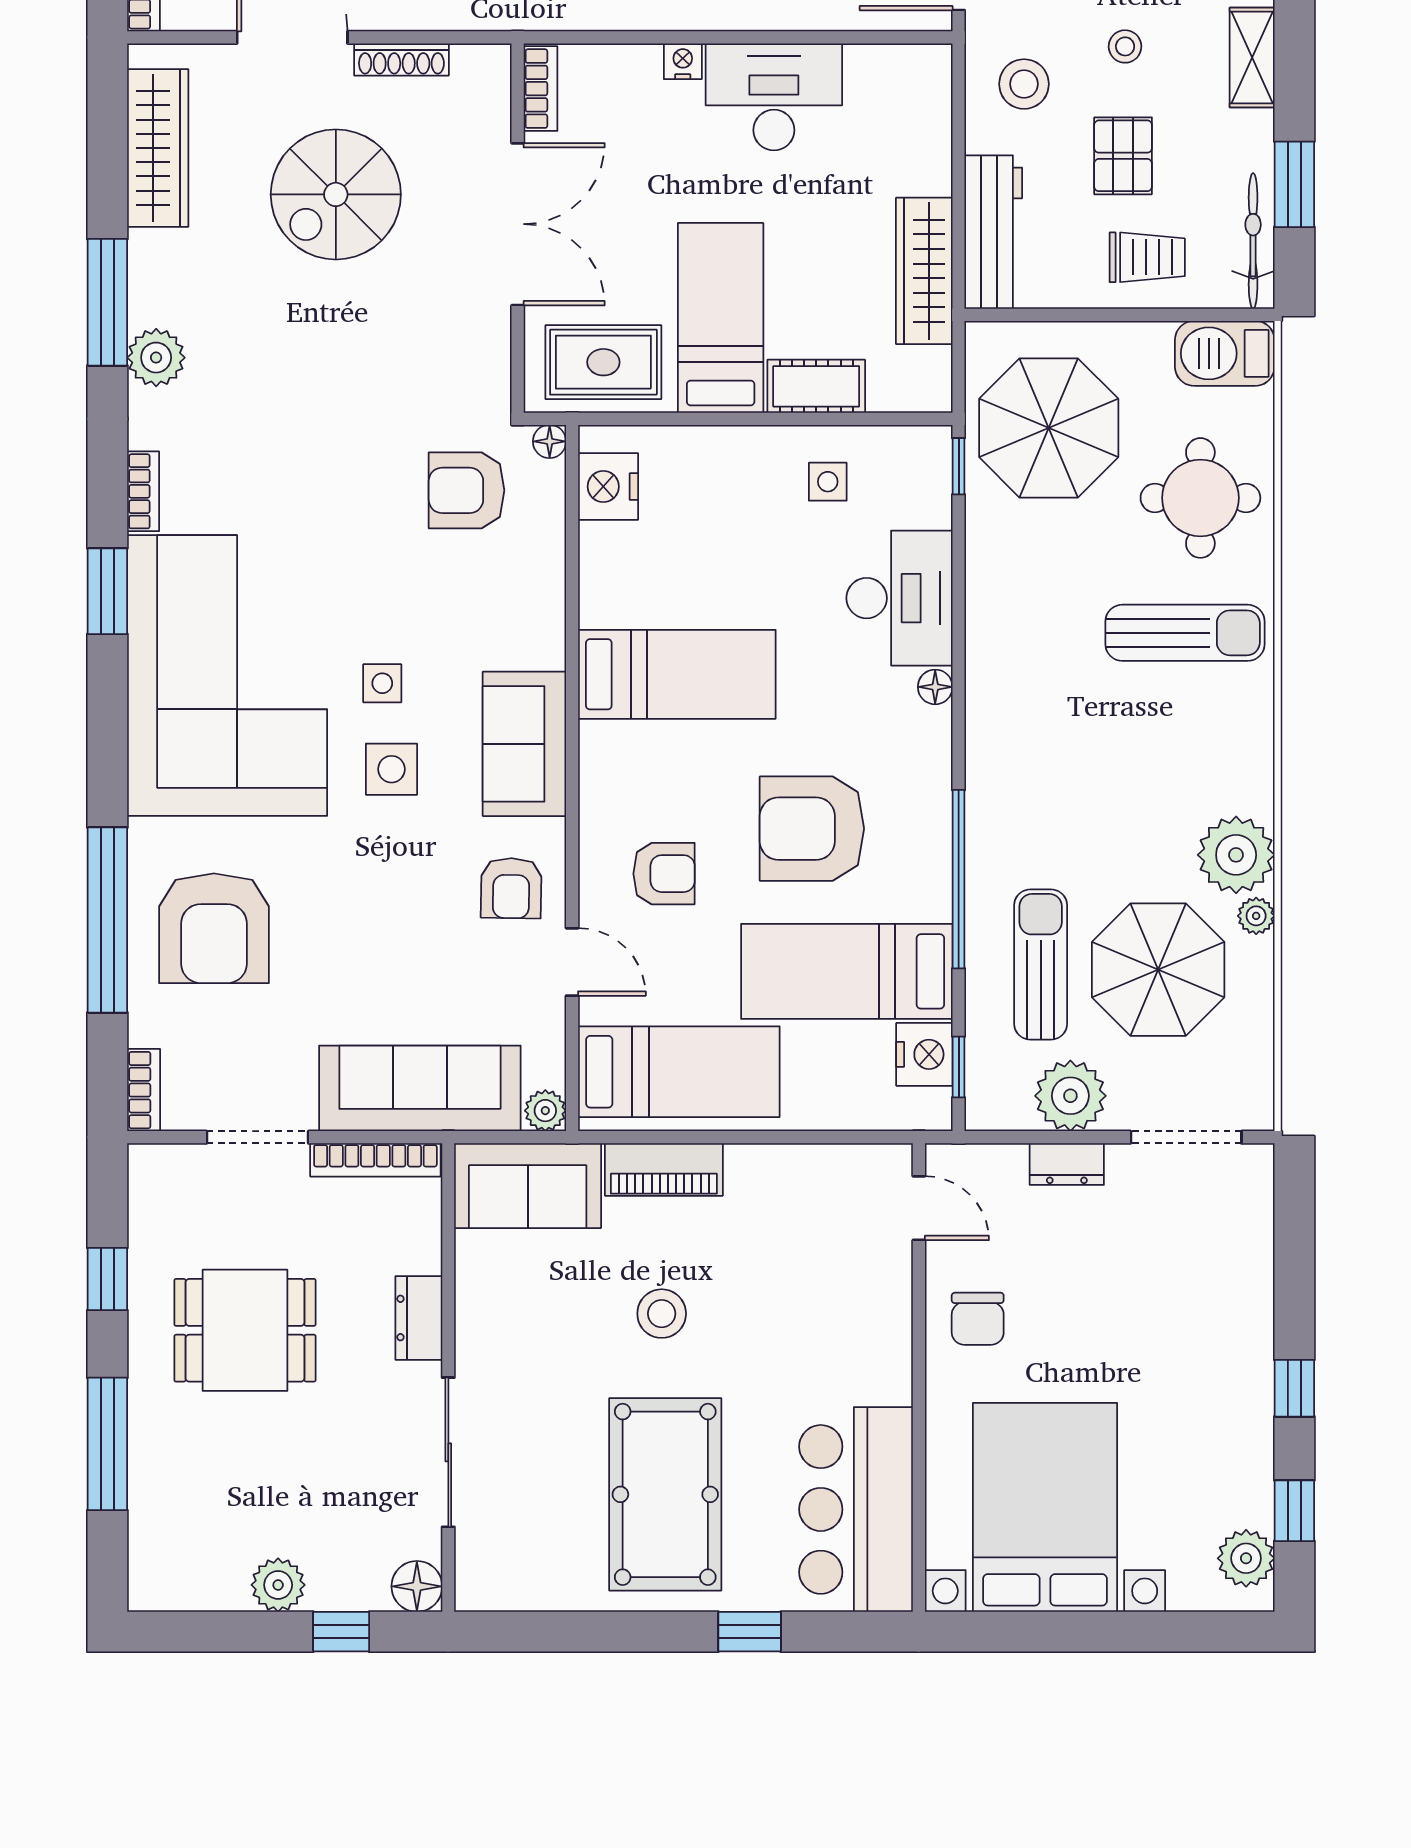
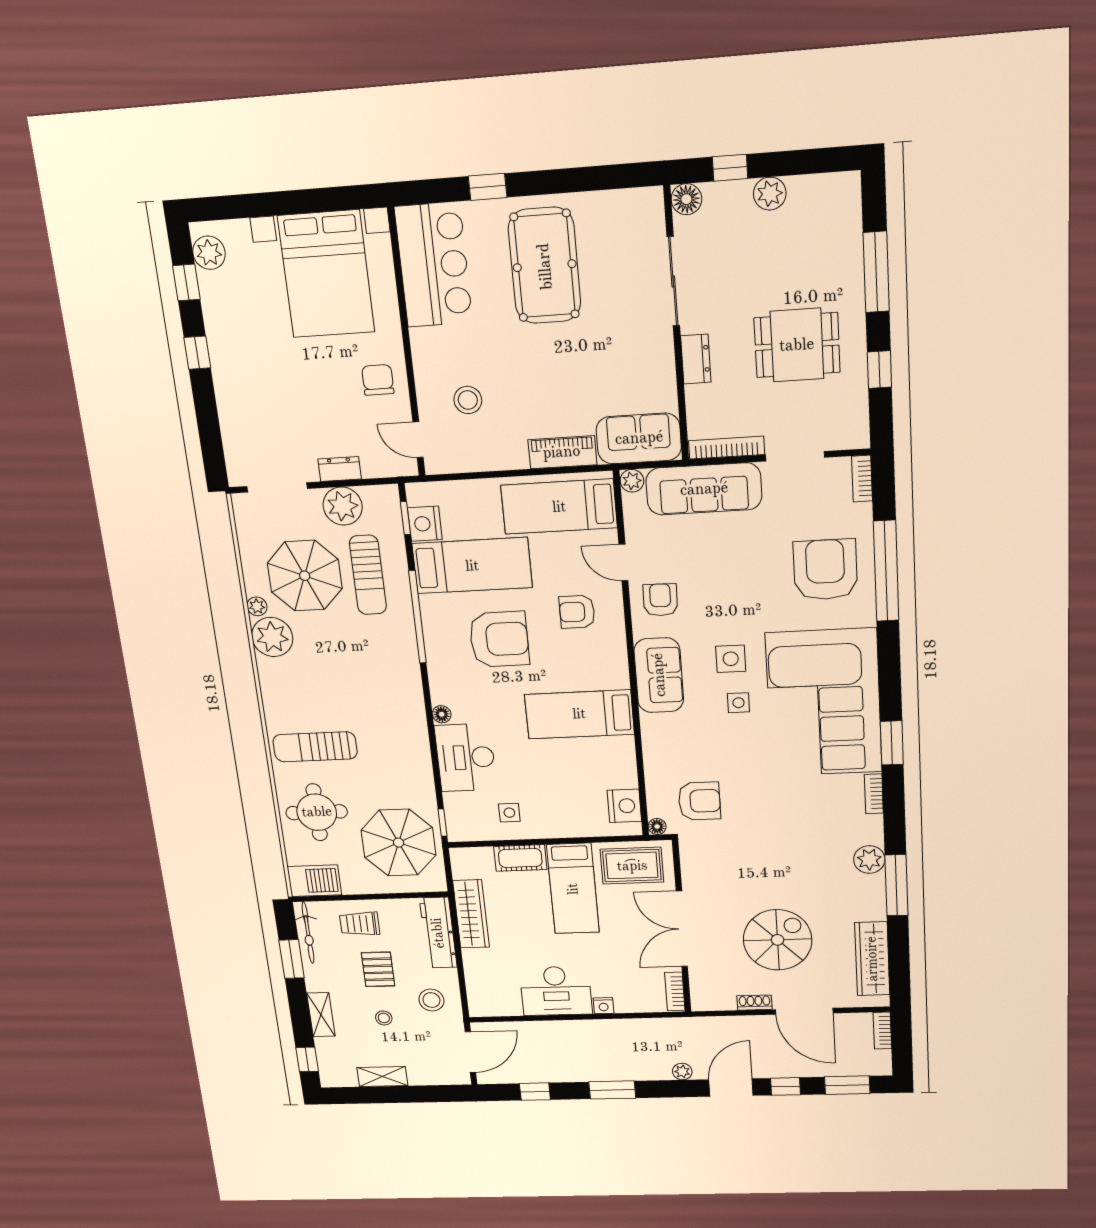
shoe rack: (401, 59) -> (755, 1003), width x0.70
stool: (662, 1314) -> (468, 400), moved

